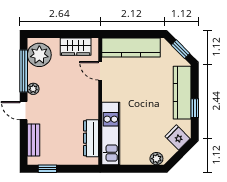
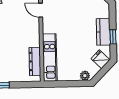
kitchen counter: (182, 93) -> (103, 32), width x0.67

